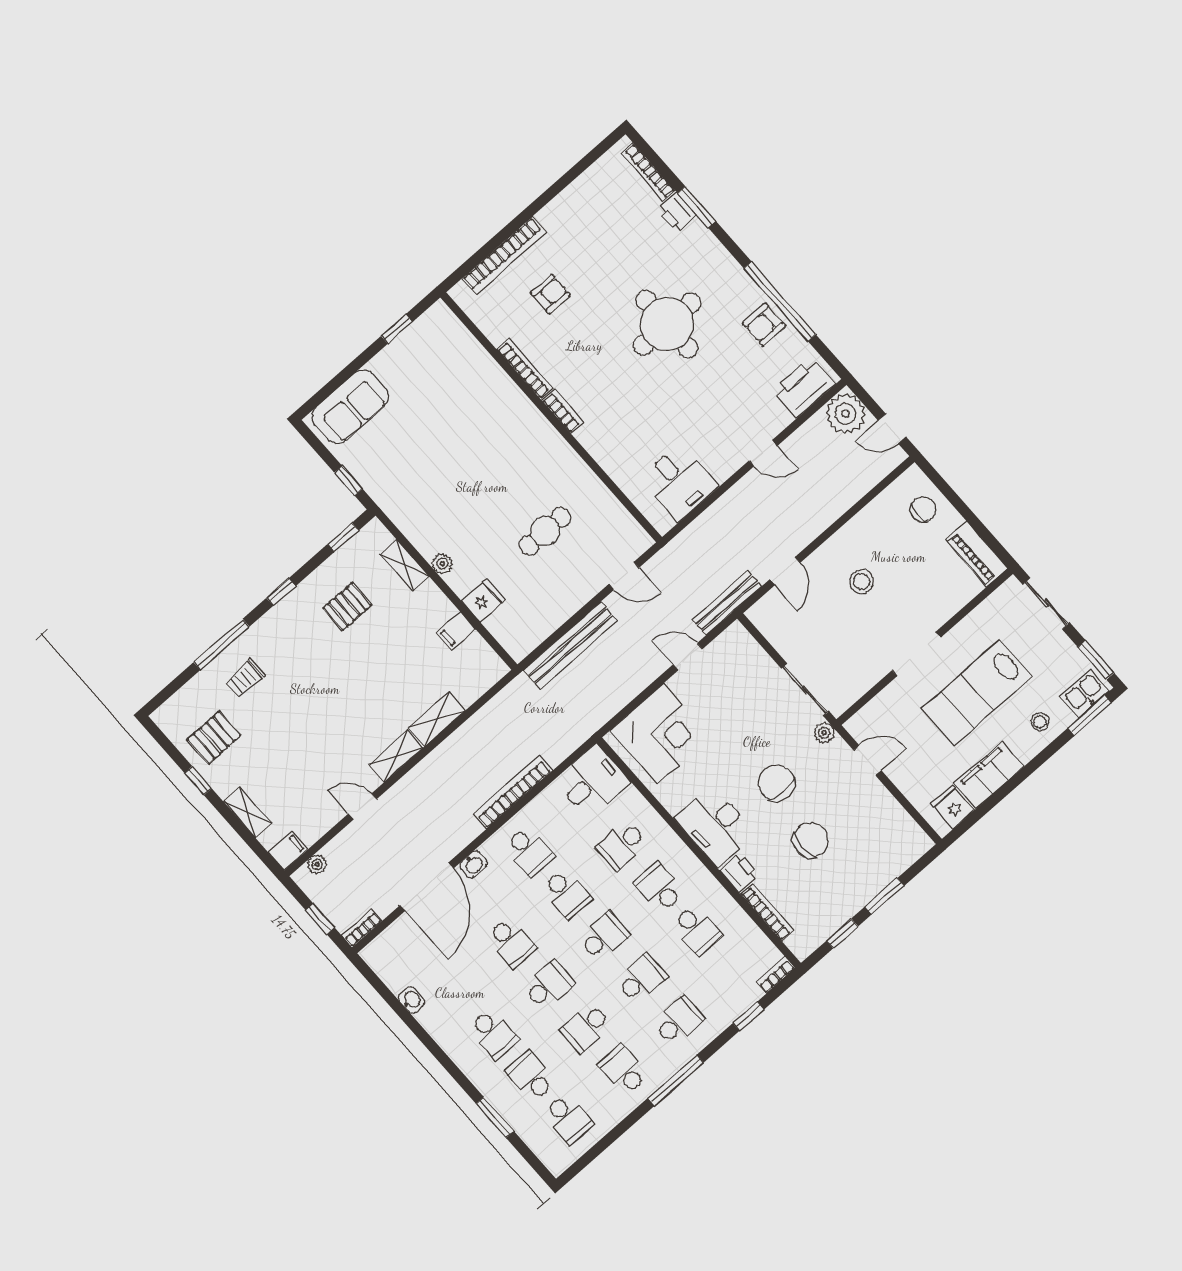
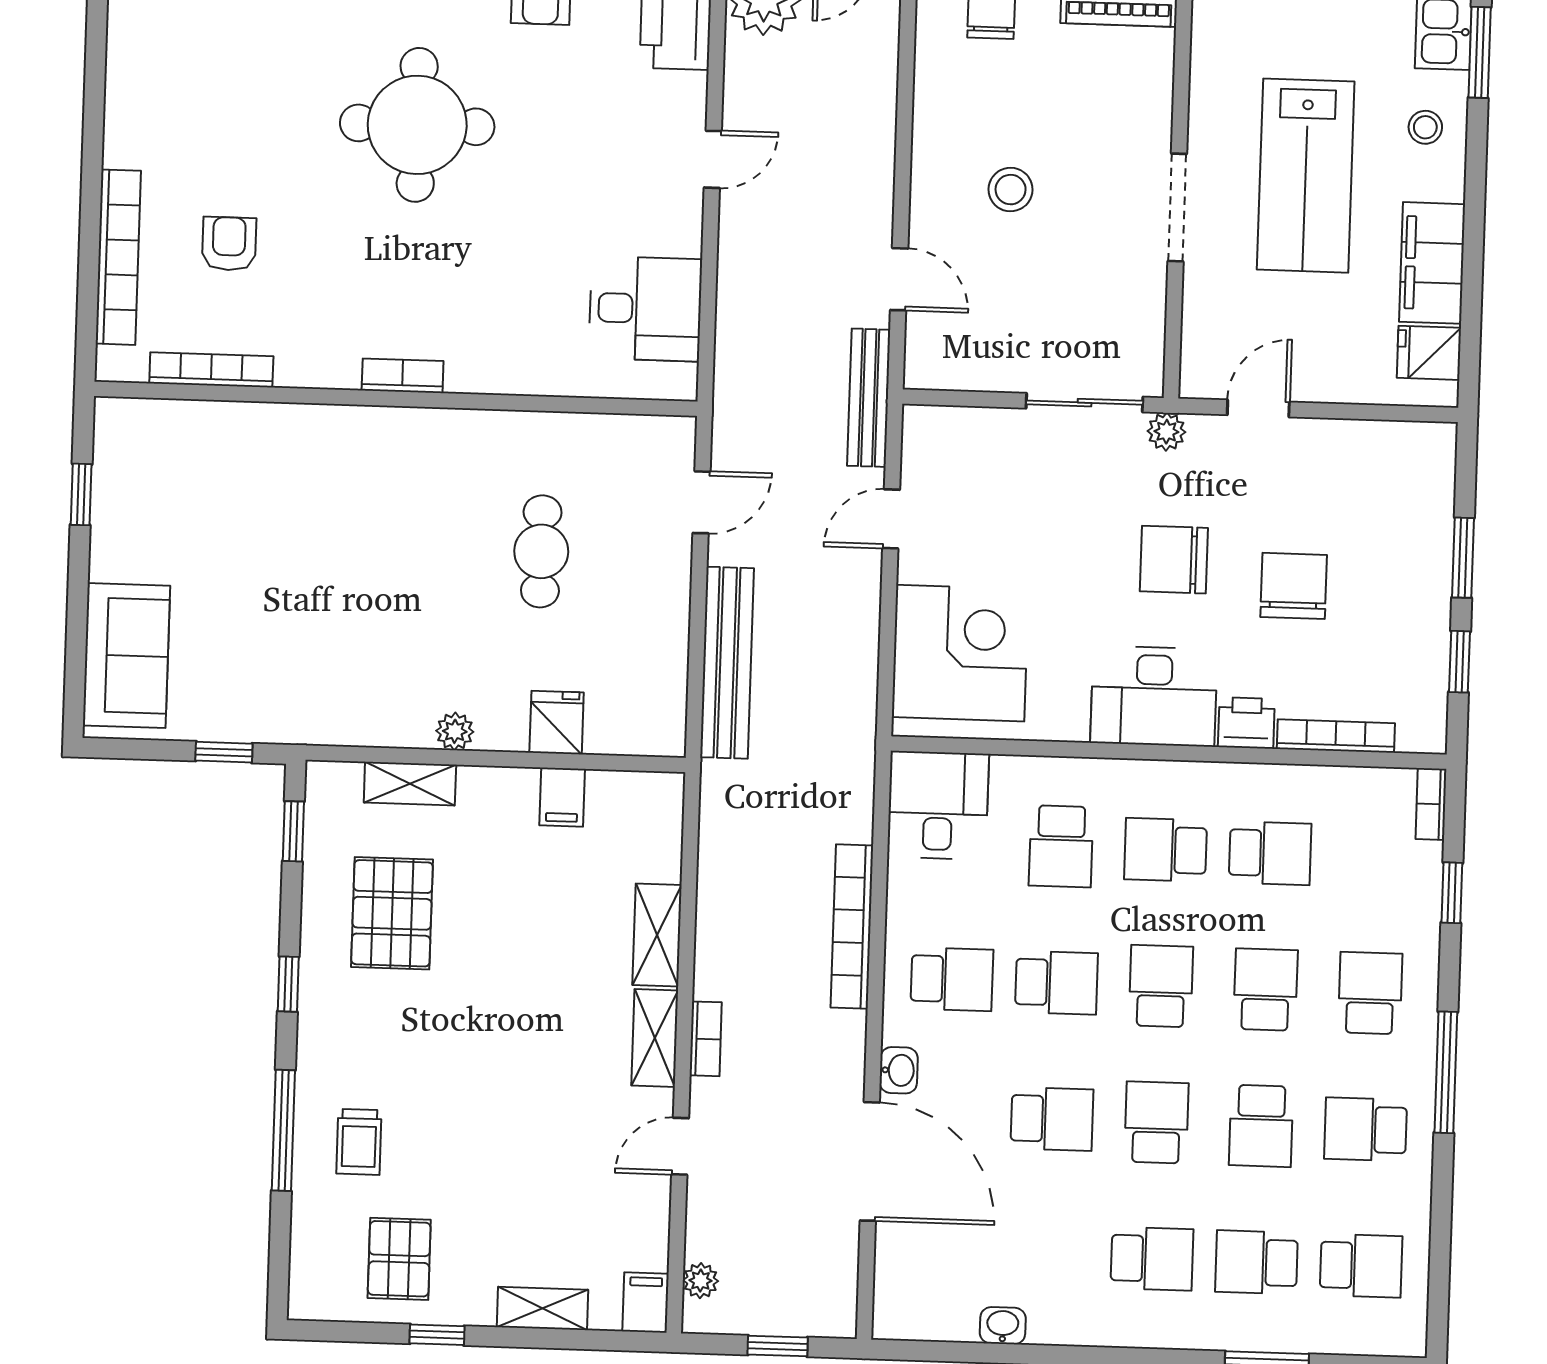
bookcase: (525, 369) -> (211, 370), moved
pallet: (347, 607) -> (392, 913), width x1.50, depth x1.42
bookcase: (362, 928) -> (706, 1039), moved, turned 180

